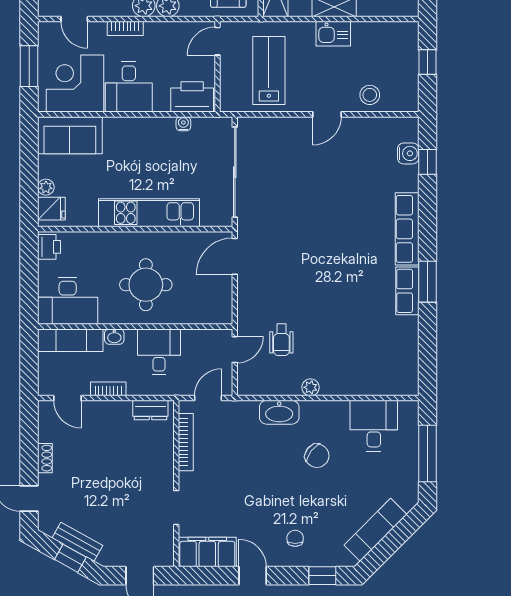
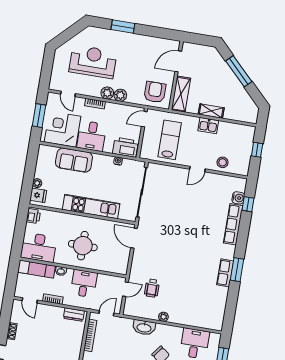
sofa: (70, 135) -> (74, 160), moved
row of seats: (407, 229) -> (233, 224), moved
door: (235, 256) -> (134, 238), hinge flipped

